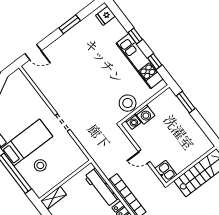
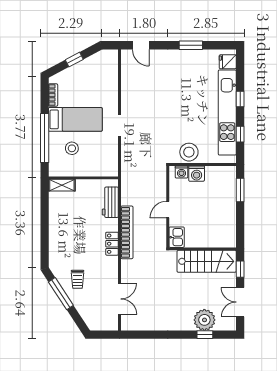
kitchen unit: (140, 61) -> (227, 113), width x1.36
door: (144, 157) -> (168, 210), hinge flipped
workbench: (101, 187) -> (110, 202), width x0.73

